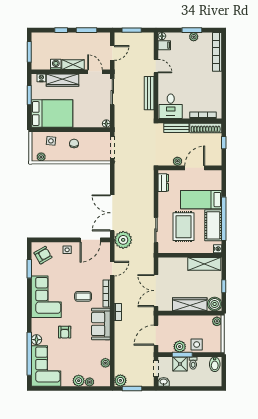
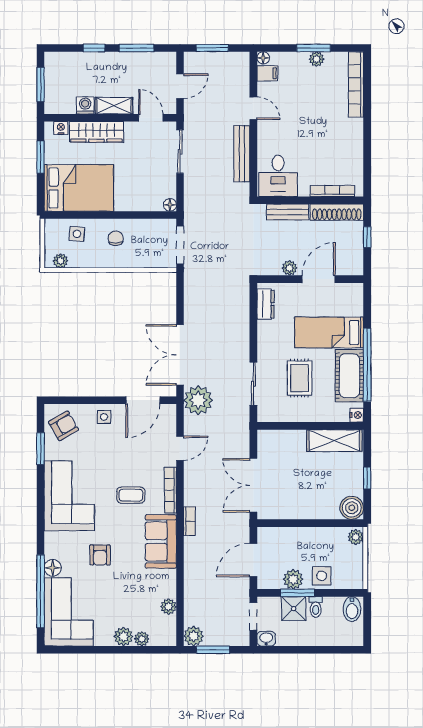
rug: (184, 227) -> (300, 378), width x0.73, depth x0.70
wardrobe: (190, 304) -> (310, 508), removed

